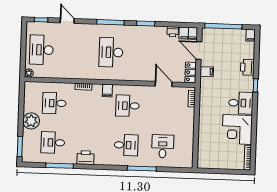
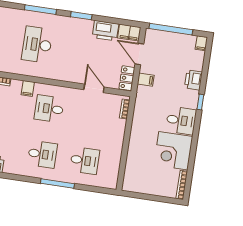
printer: (173, 32) -> (105, 31), width x1.87, depth x1.48
desk: (163, 146) -> (85, 161), turned 90

